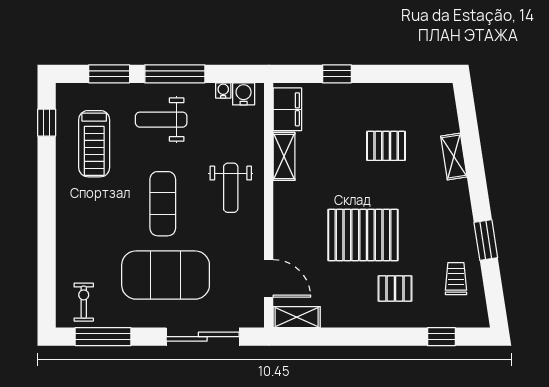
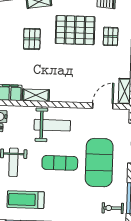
treadmill: (94, 144) -> (26, 200), turned 180
weight bench: (231, 188) -> (52, 125), width x1.36, depth x1.33
pallet: (363, 235) -> (75, 30), moved, turned 90

